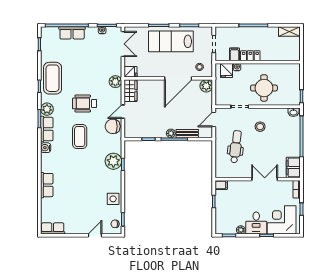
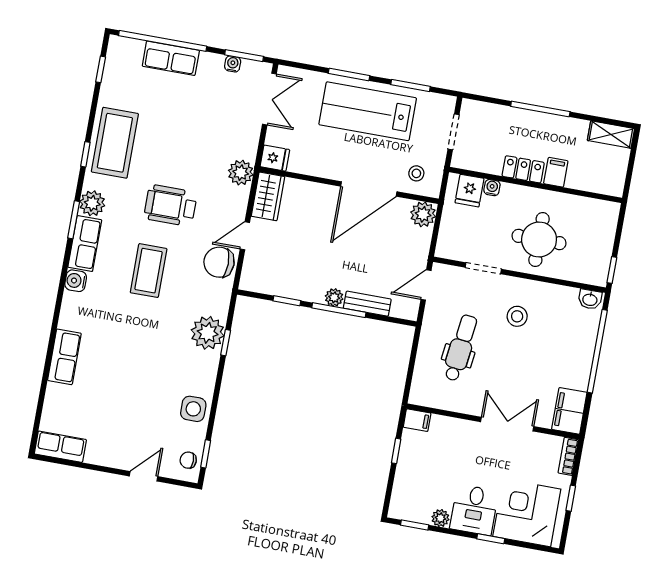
filing cabinet: (234, 54) -> (556, 172), moved

